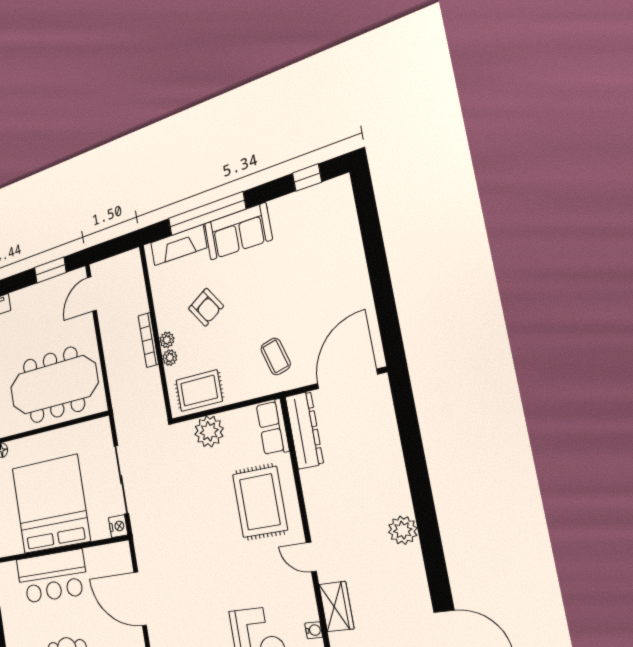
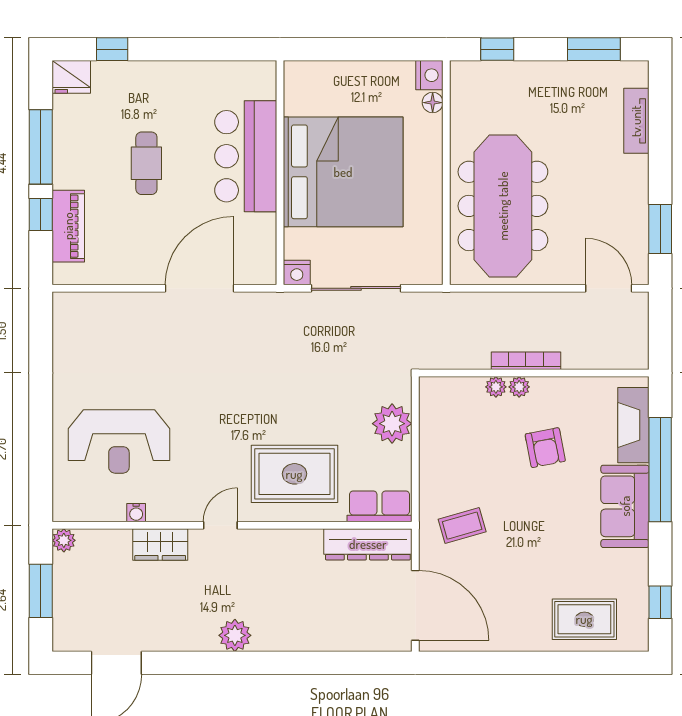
armchair: (206, 307) -> (545, 448), turned -68
rug: (199, 391) -> (584, 619), moved, turned 90

